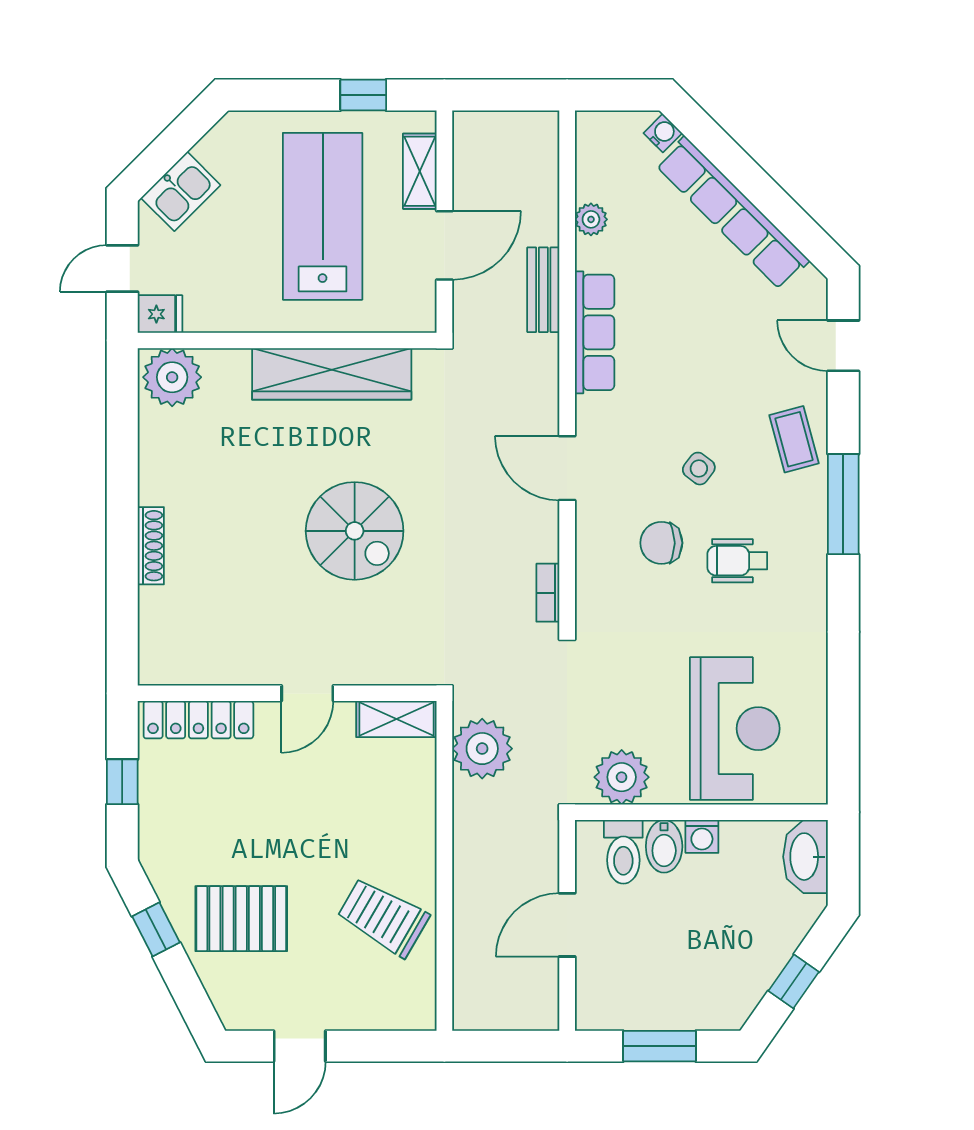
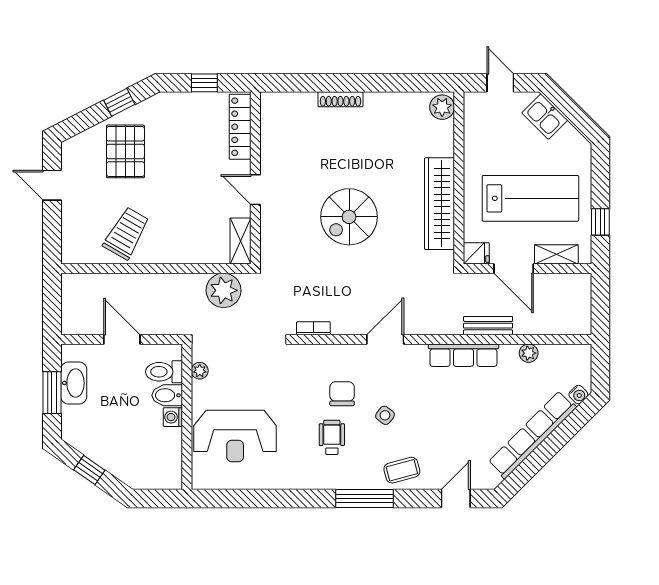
fridge: (160, 314) -> (476, 253), moved, turned -90
plant: (172, 377) -> (442, 107), width x0.73, depth x0.73
plant: (622, 777) -> (200, 371), width x0.53, depth x0.53
washbasin: (806, 857) -> (74, 383), moved, turned 90

